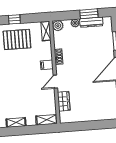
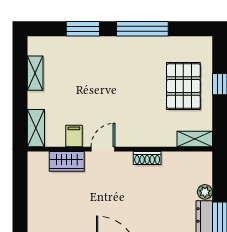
plant: (58, 26) -> (203, 161), removed
filing cabinet: (47, 65) -> (74, 136), moved
door: (55, 82) -> (103, 149), hinge flipped

